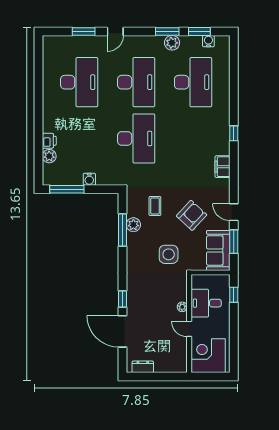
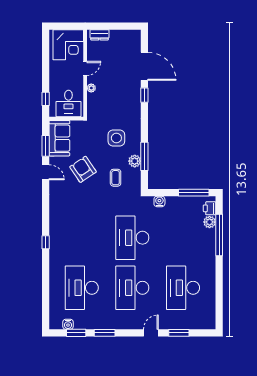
plant: (172, 43) -> (100, 323), removed
printer: (49, 141) -> (210, 208), moved
window: (38, 142) -> (219, 235), added
filing cabinet: (222, 167) -> (56, 213), removed
water cooler: (89, 179) -> (159, 201), moved
armchair: (192, 215) -> (83, 169), turned 103
side table: (169, 254) -> (116, 138), moved
desk: (206, 303) -> (68, 103), moved, turned 90
door: (189, 329) -> (85, 68), hinge flipped
dresser: (143, 367) -> (99, 35), moved

